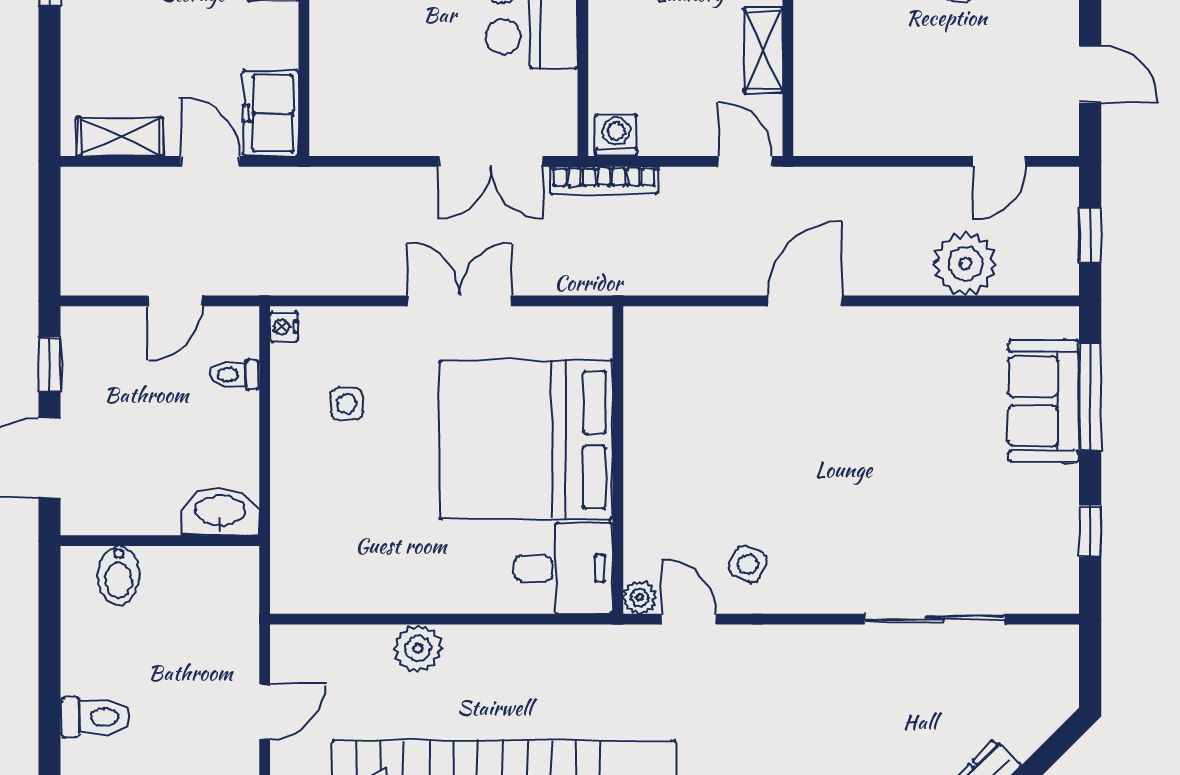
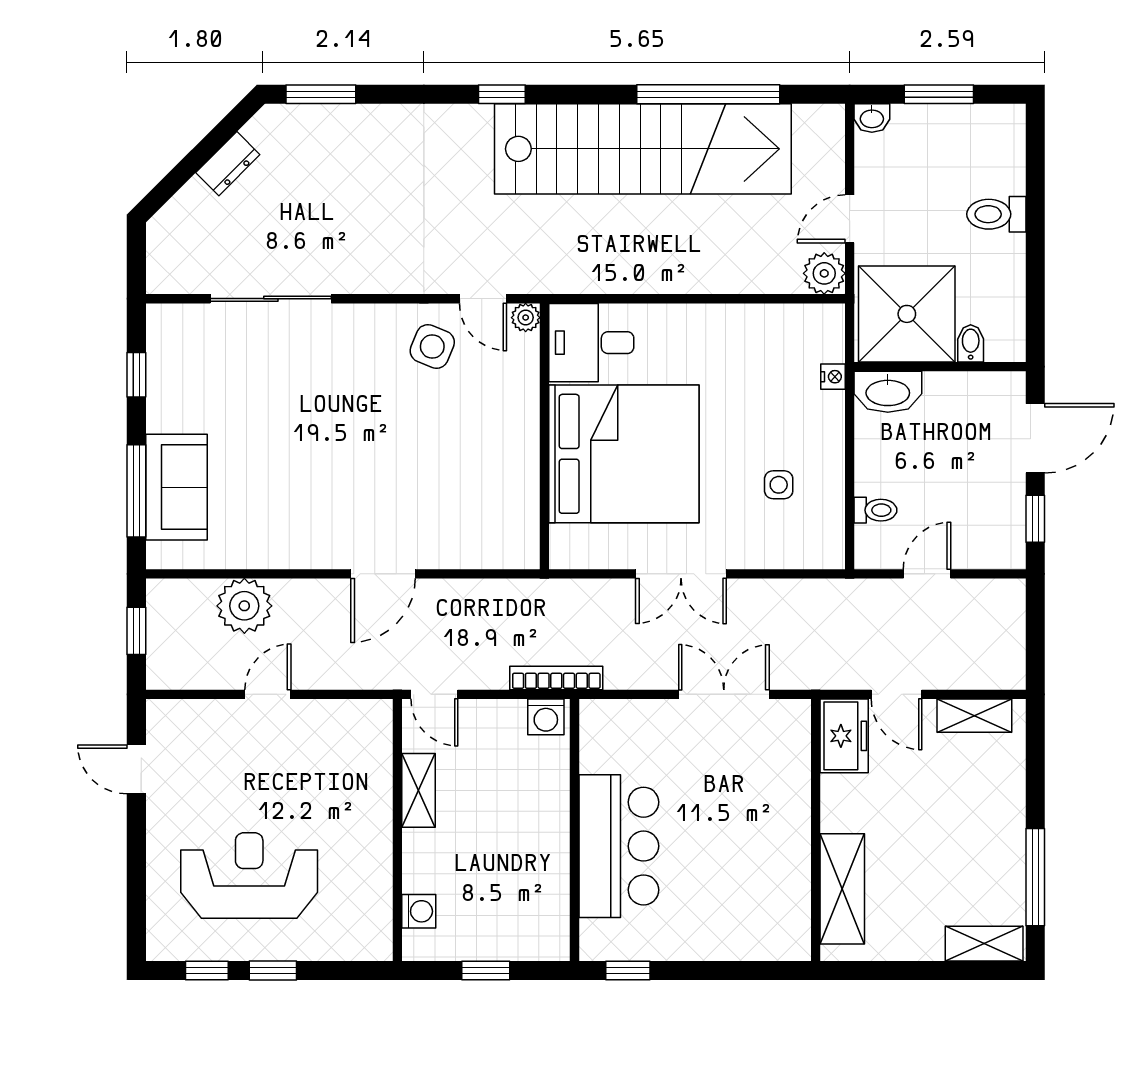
double door: (491, 161) -> (724, 694), moved
door: (999, 161) -> (268, 694), moved
nightstand: (284, 327) -> (833, 377), moved
side table: (748, 564) -> (432, 346), width x1.37, depth x1.37
bidet: (119, 575) -> (971, 343), width x0.72, depth x0.74
shower: (198, 602) -> (907, 314), added
plant: (418, 649) -> (824, 273), moved

